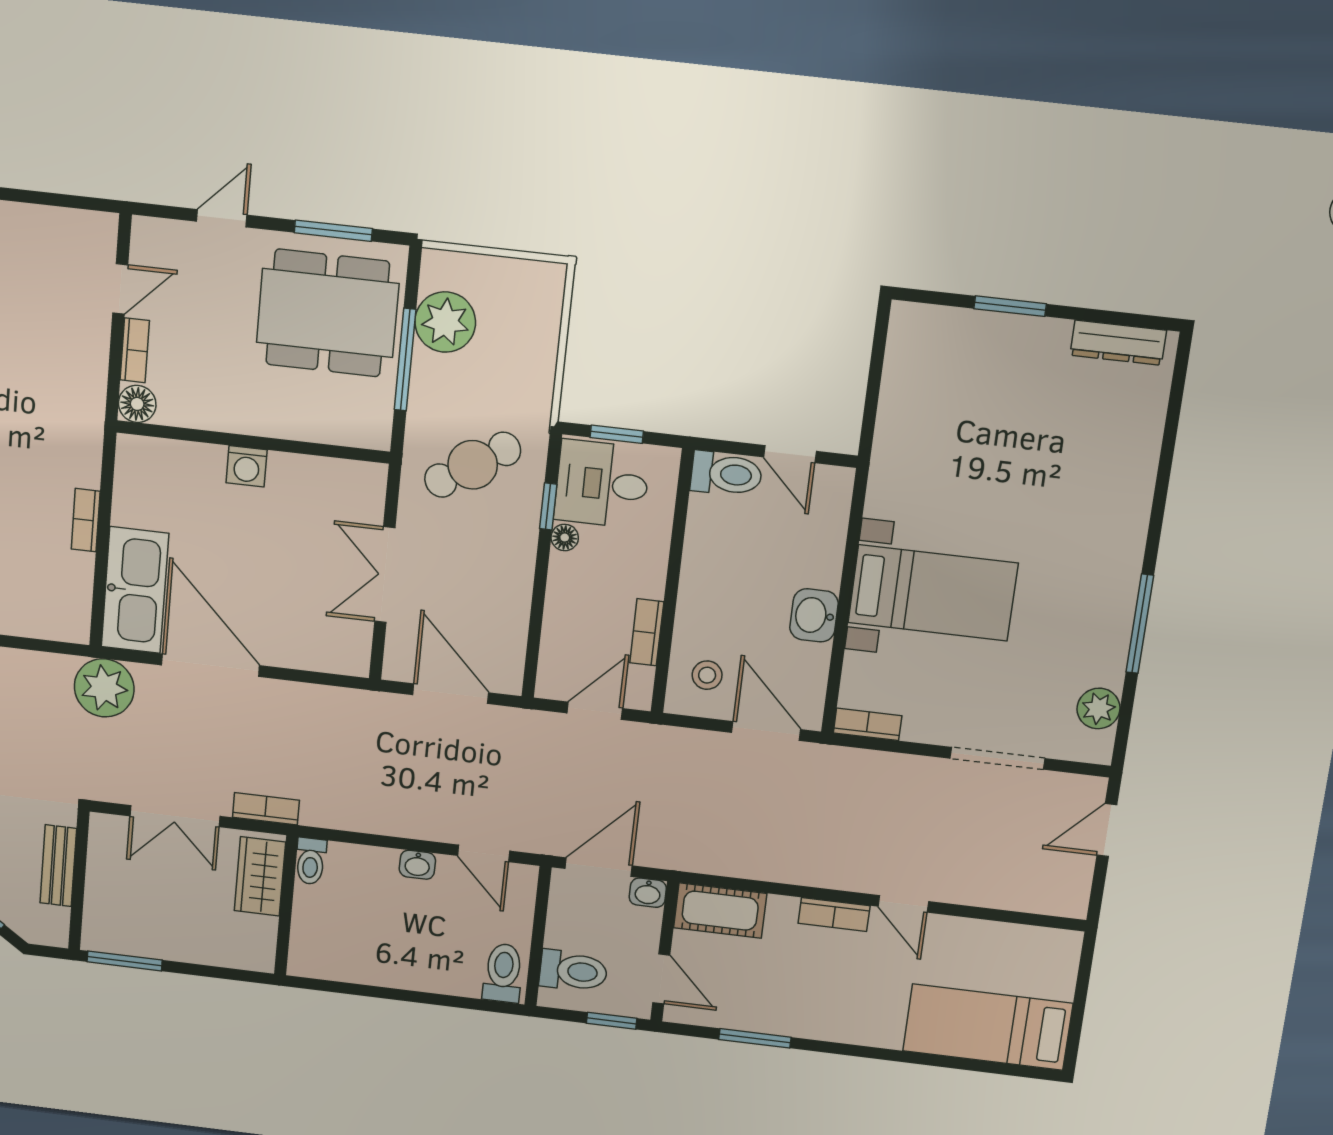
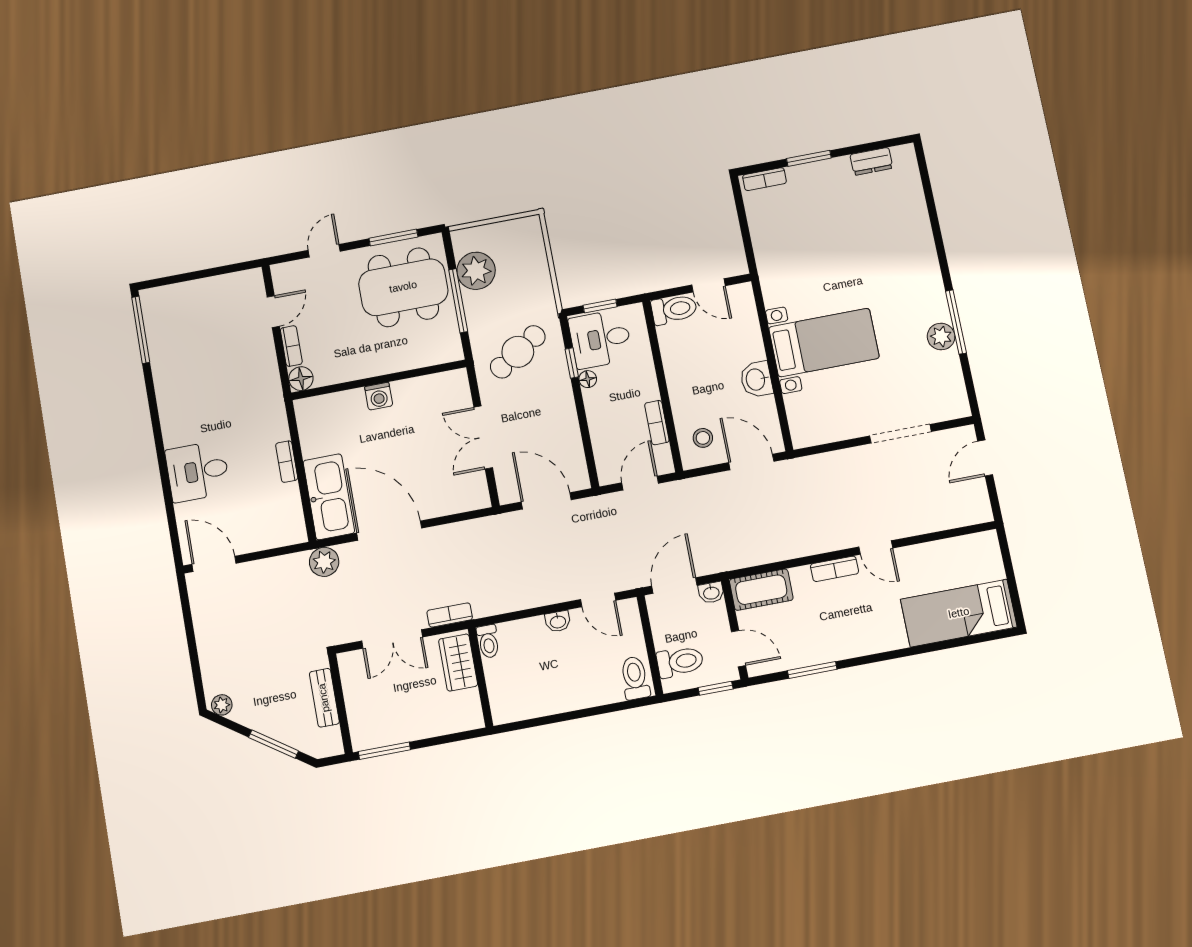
dresser: (1118, 343) -> (871, 161), width x0.70
plant: (104, 688) -> (324, 562), width x0.73, depth x0.73
plant: (1098, 708) -> (941, 337), moved
bookcase: (868, 724) -> (764, 179), moved, turned 180

